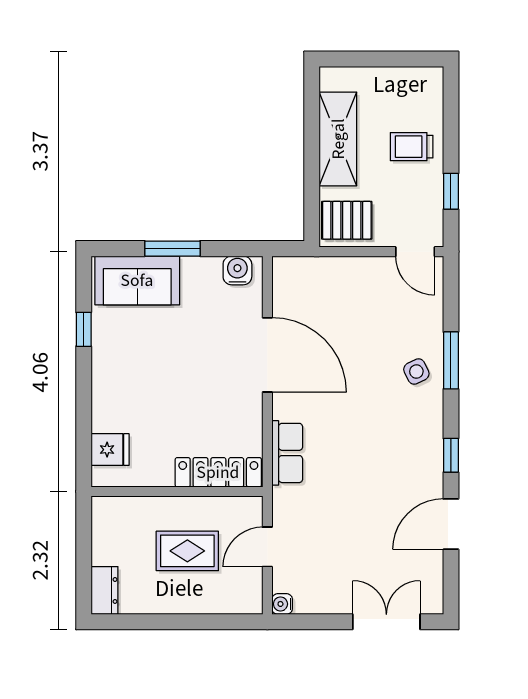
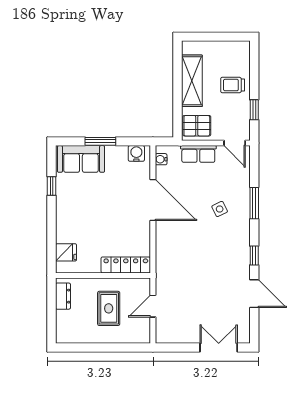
side table: (416, 372) -> (220, 209), moved
row of seats: (287, 453) -> (198, 154), moved, turned 90
door: (451, 524) -> (254, 294), swing flipped
rug: (187, 551) -> (109, 308), turned 90
dresser: (105, 590) -> (63, 296), moved
water cooler: (282, 604) -> (161, 159), moved

